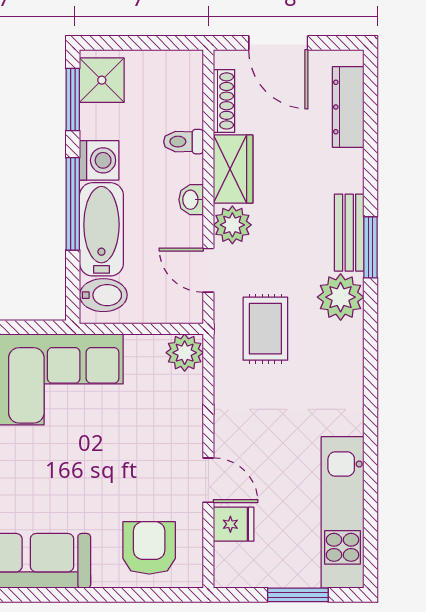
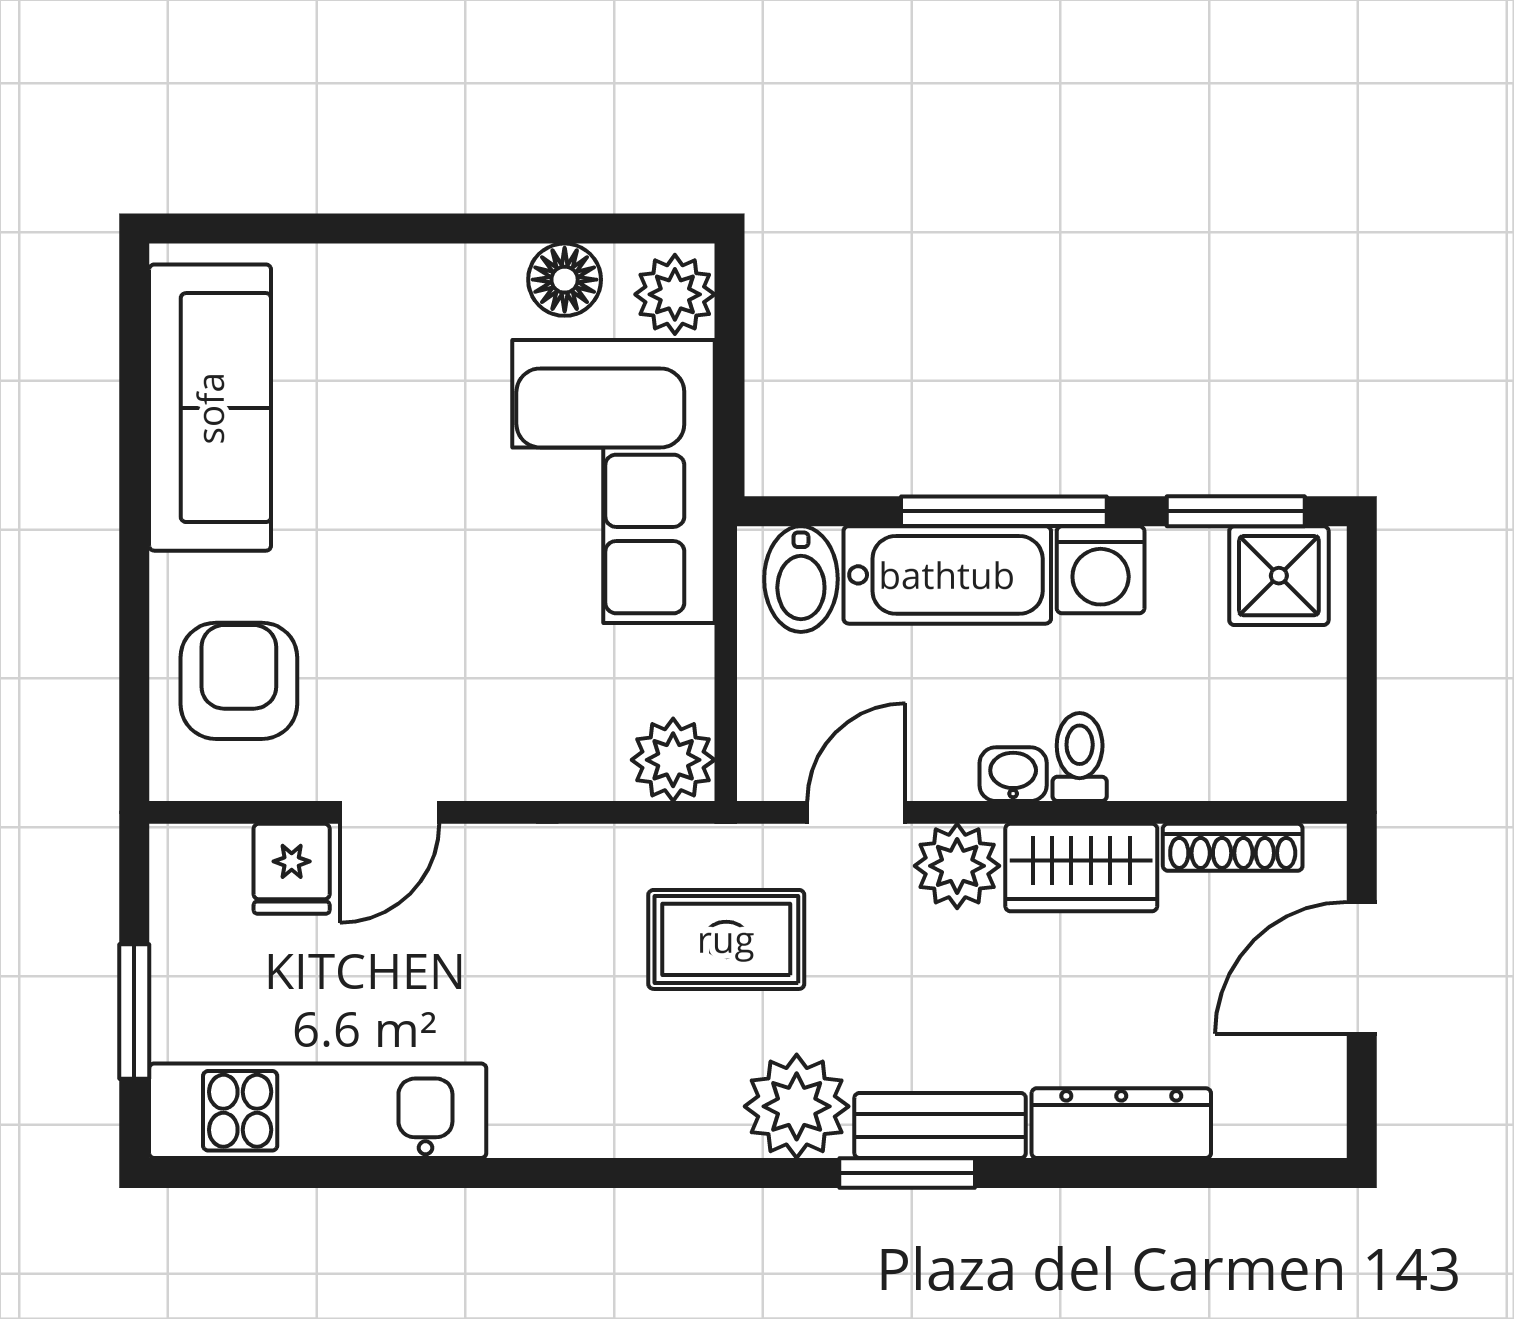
dresser: (348, 107) -> (1121, 1123), moved
toilet: (183, 142) -> (1080, 757), moved
armchair: (149, 548) -> (239, 681), turned -90

